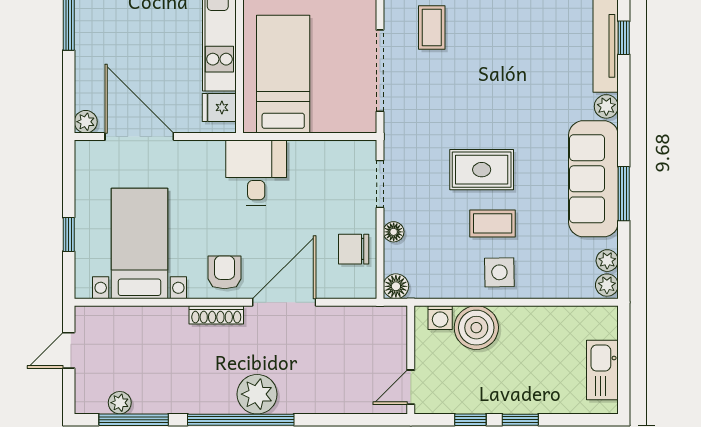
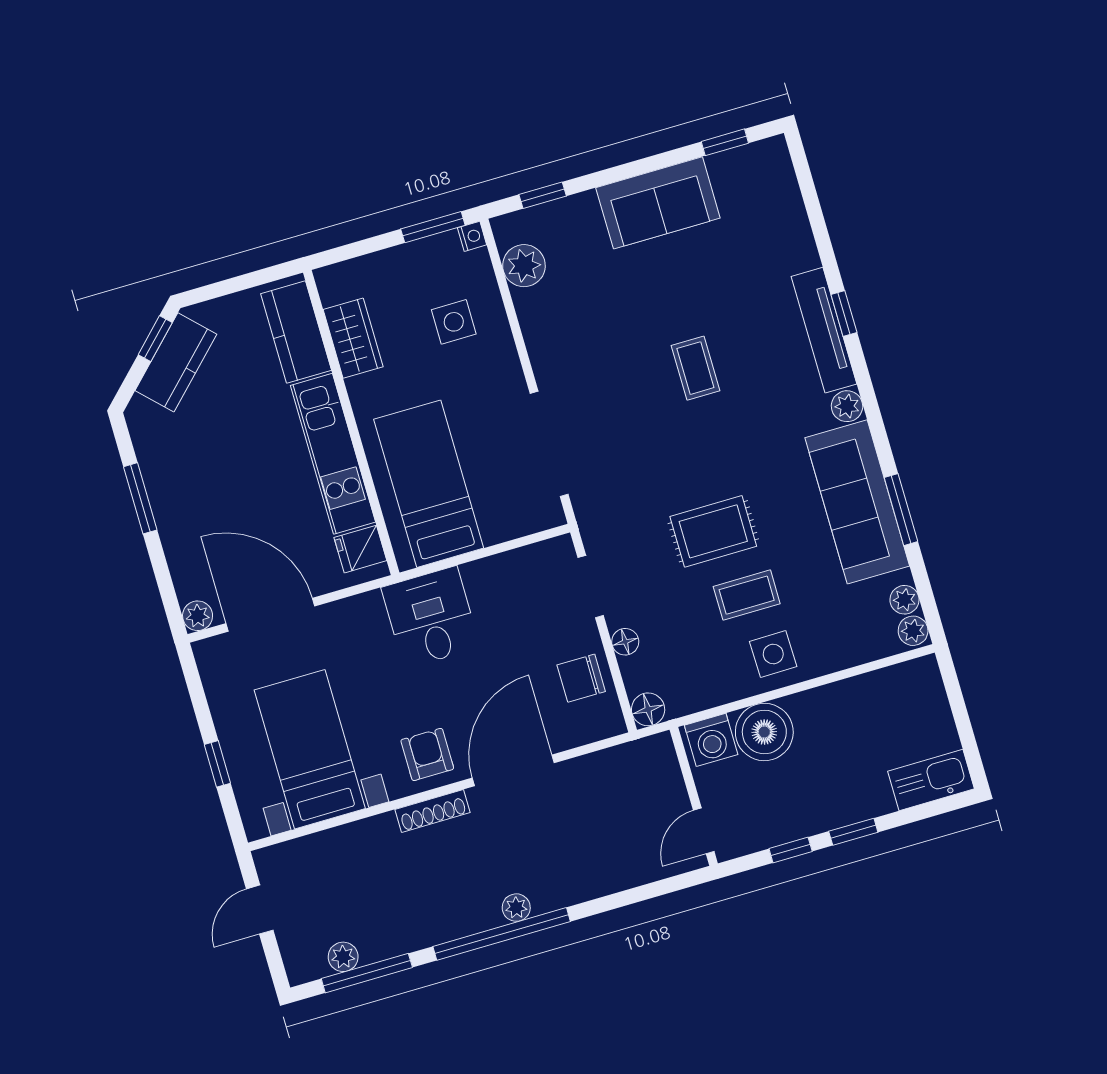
coffee table: (432, 27) -> (695, 368), moved
washing machine: (440, 318) -> (711, 740), width x1.38, depth x1.38
kitchen sink: (602, 370) -> (931, 780), moved, turned 90
plant: (257, 394) -> (516, 908), width x0.53, depth x0.53

